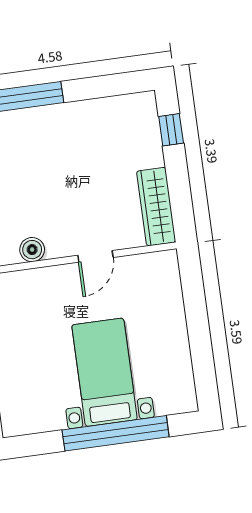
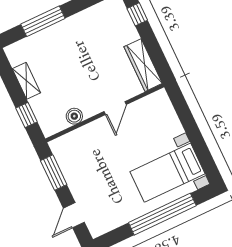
bed with nightstands: (104, 372) -> (167, 173), moved, turned -90

